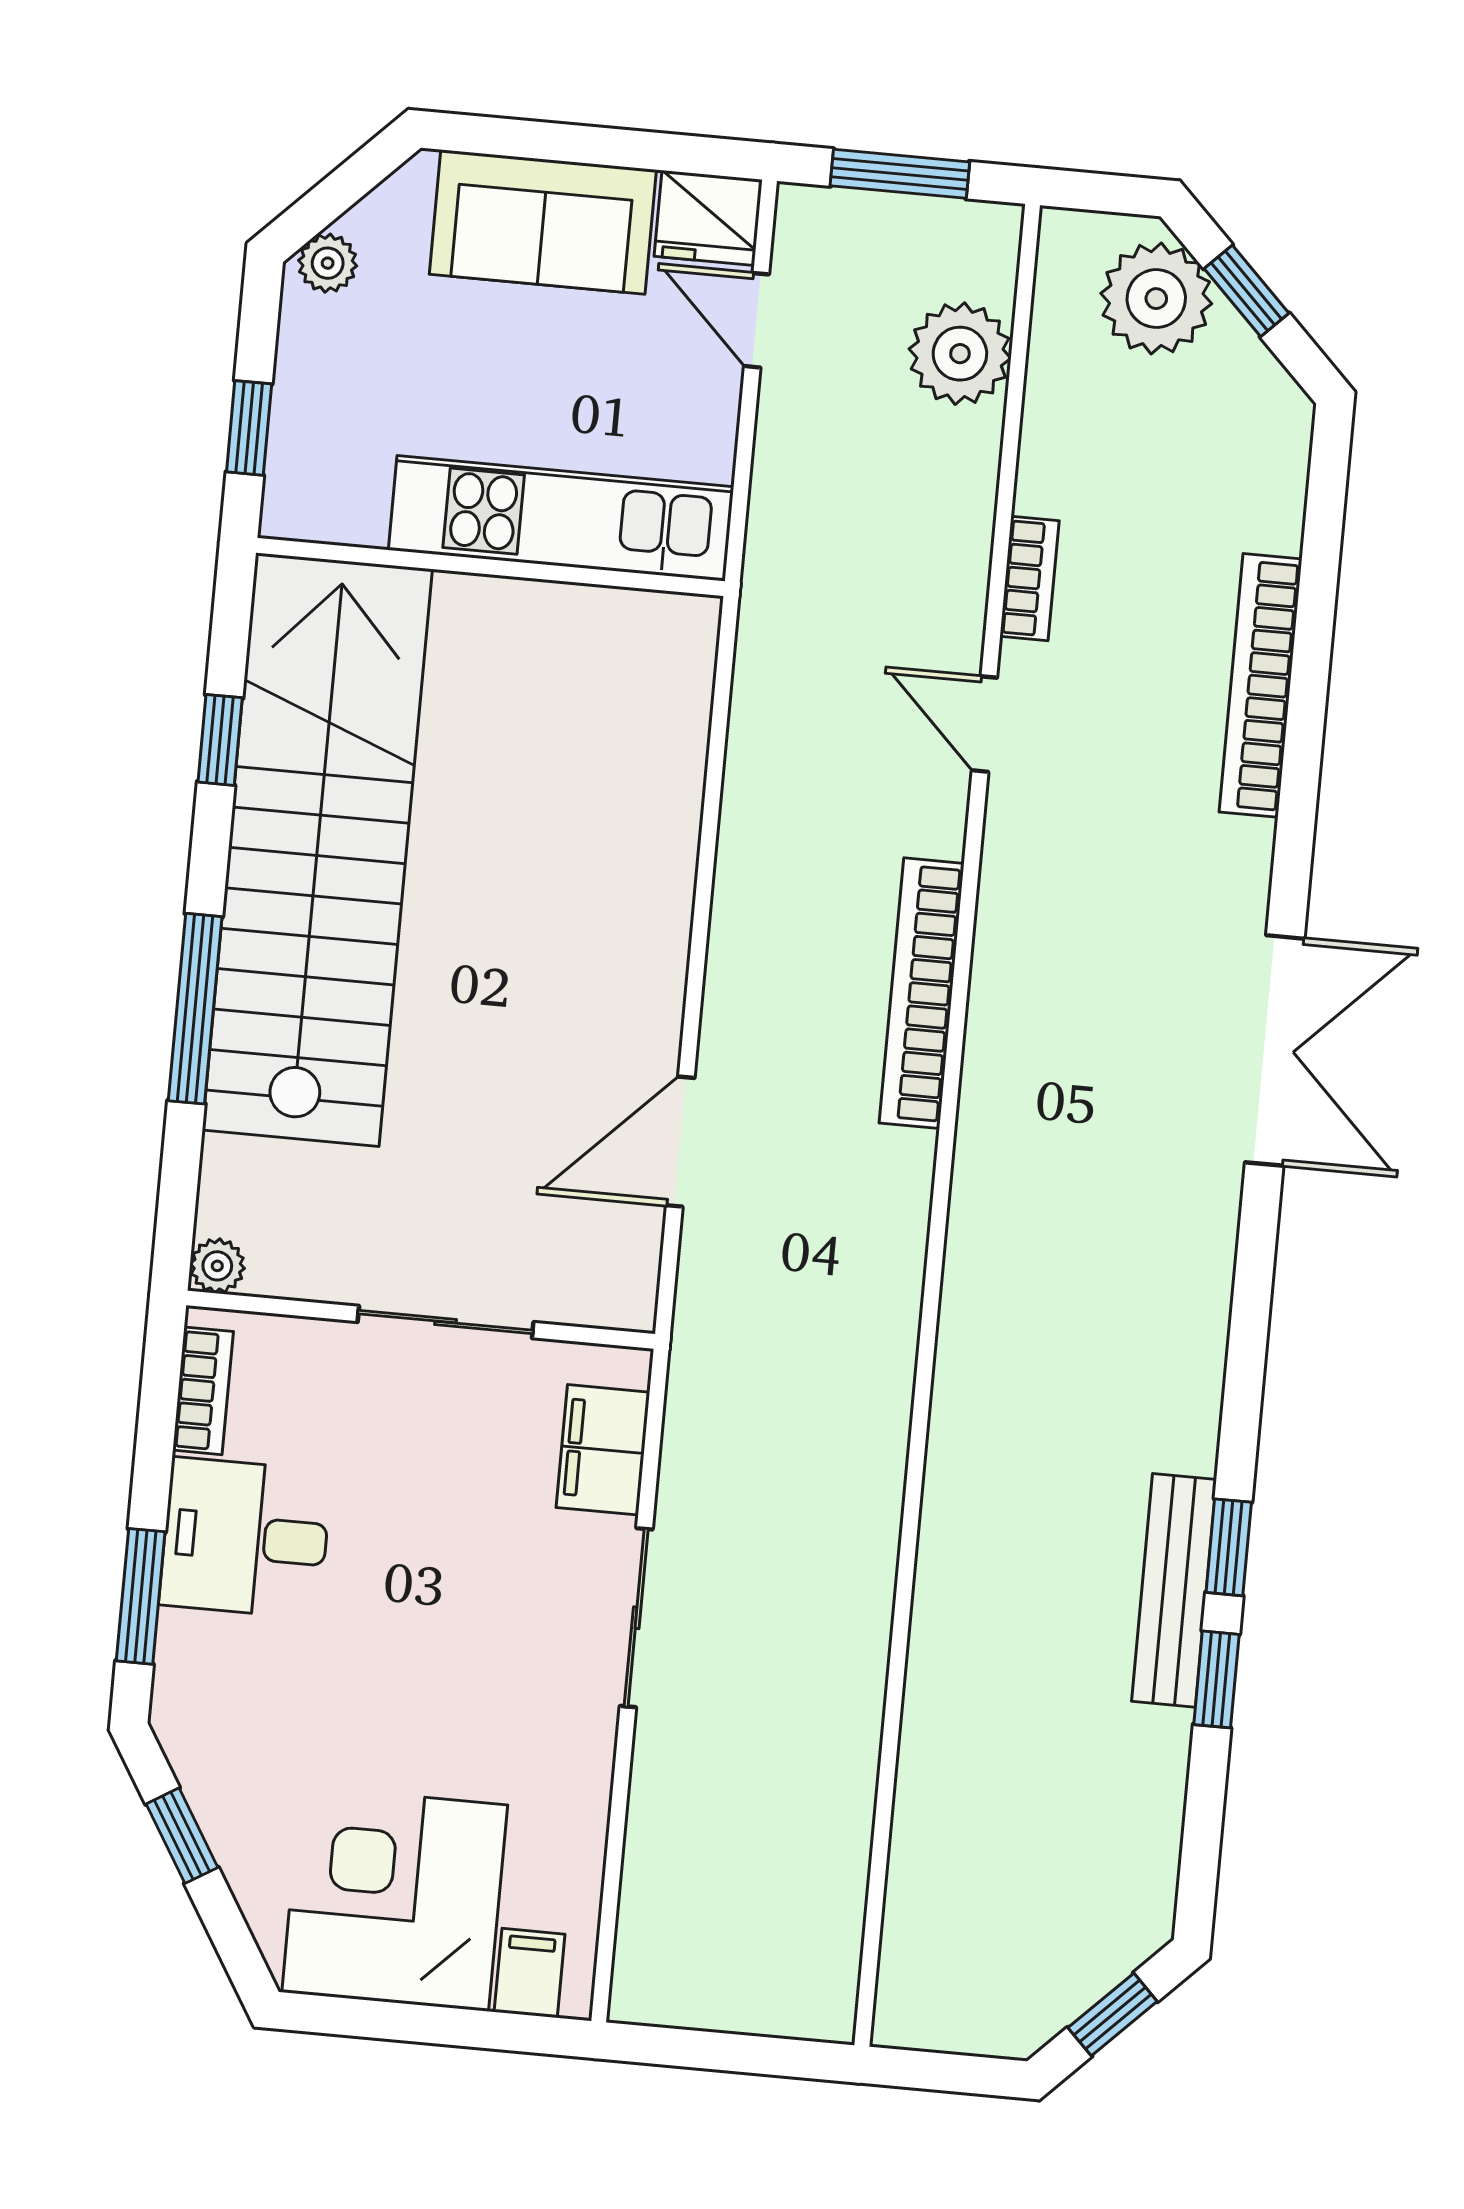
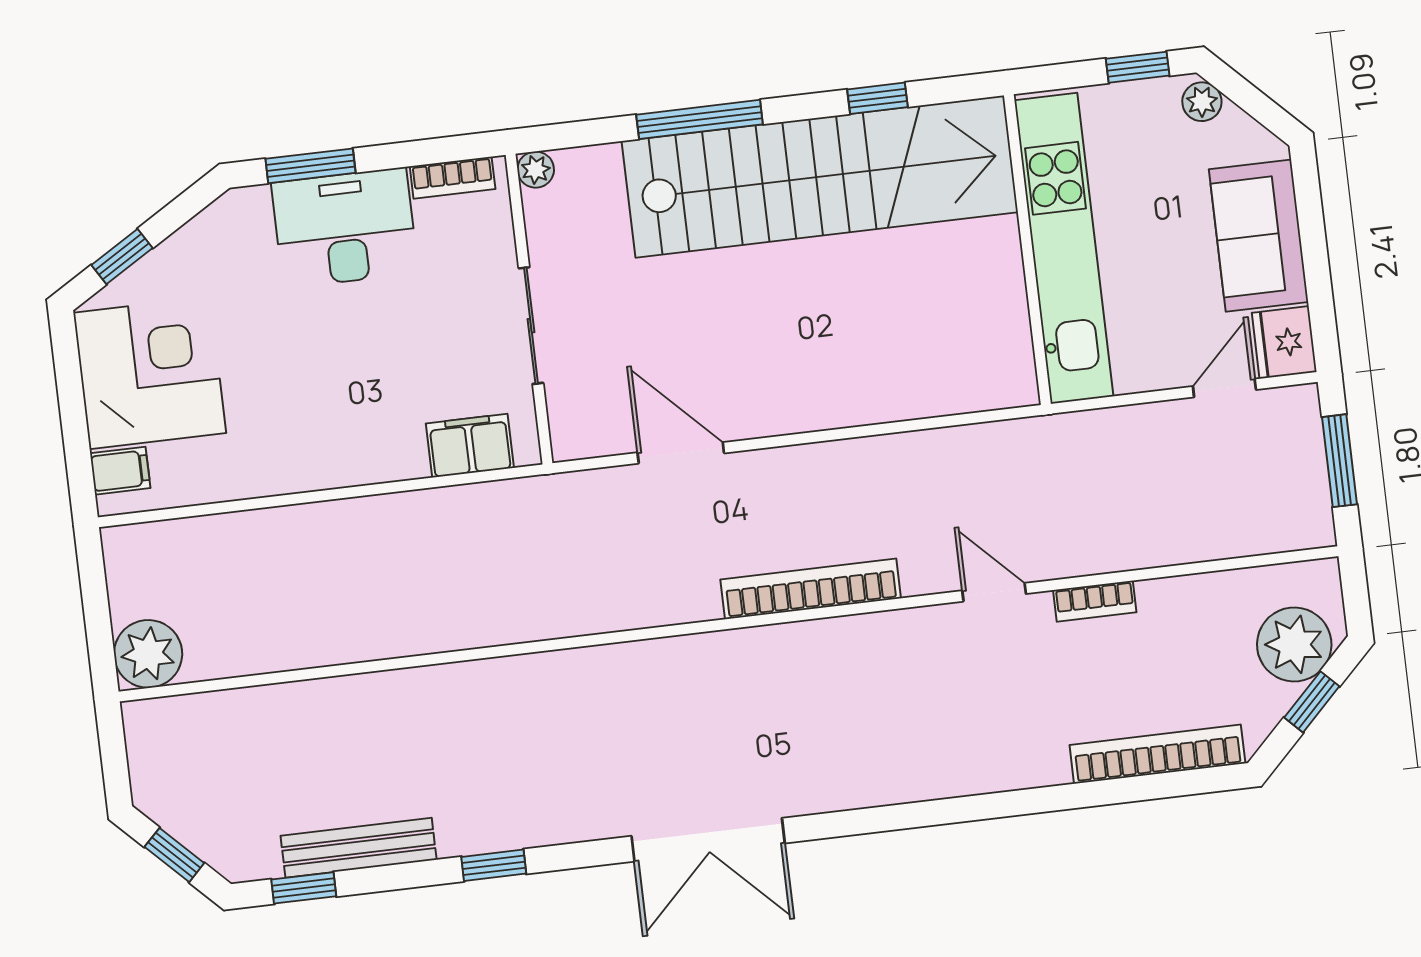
plant: (960, 354) -> (148, 654), moved
window: (249, 428) -> (1138, 67), moved
kitchen unit: (561, 518) -> (1064, 248), width x1.36
bookcase: (1261, 685) -> (1157, 754), moved
door: (984, 724) -> (994, 592), hinge flipped
double door: (1275, 1050) -> (708, 840), moved
desk: (245, 1538) -> (345, 228), width x1.37
bench: (1174, 1590) -> (359, 848), moved
sliding door: (636, 1618) -> (366, 490), removed
window: (1216, 1679) -> (304, 888), moved
window: (182, 1836) -> (122, 256), moved

